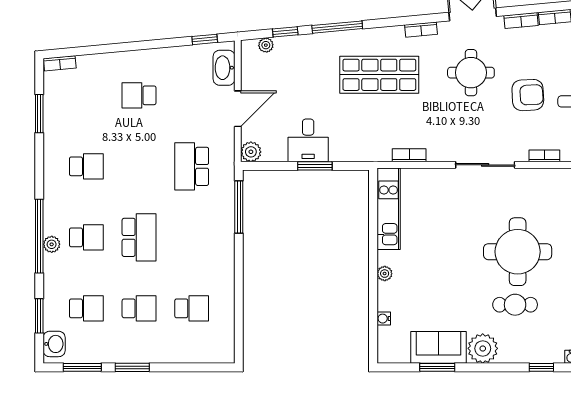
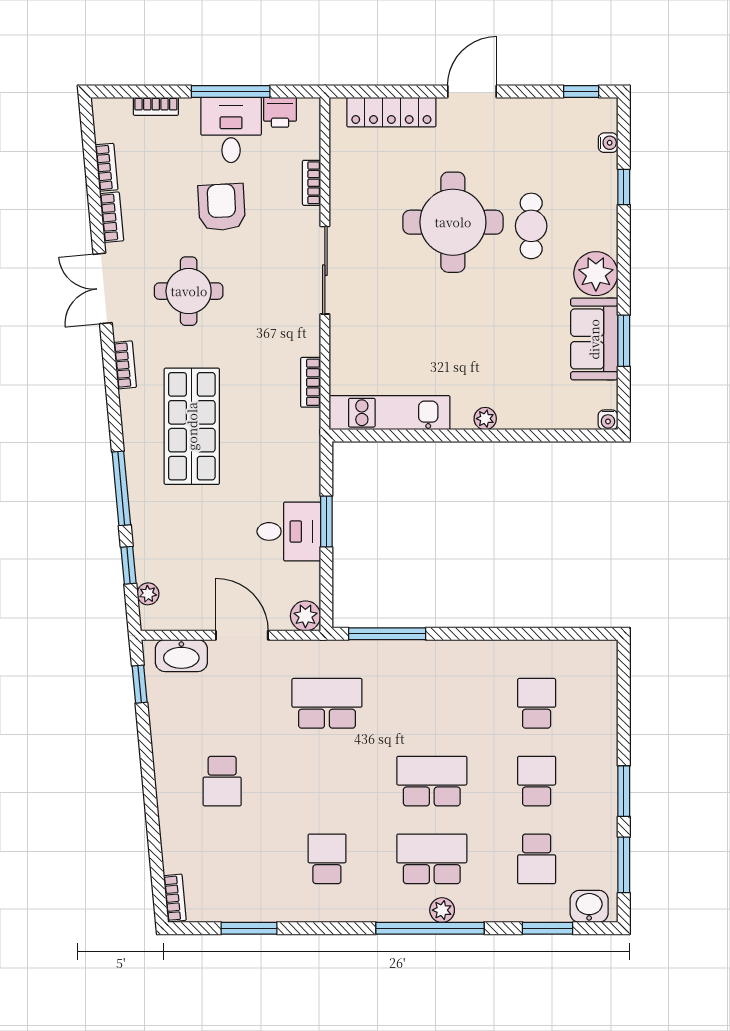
school desk: (192, 166) -> (327, 703), turned 180
school desk: (86, 237) -> (432, 859), width x1.85
school desk: (86, 308) -> (537, 859), turned 180
water cooler: (384, 319) -> (608, 420), moved

